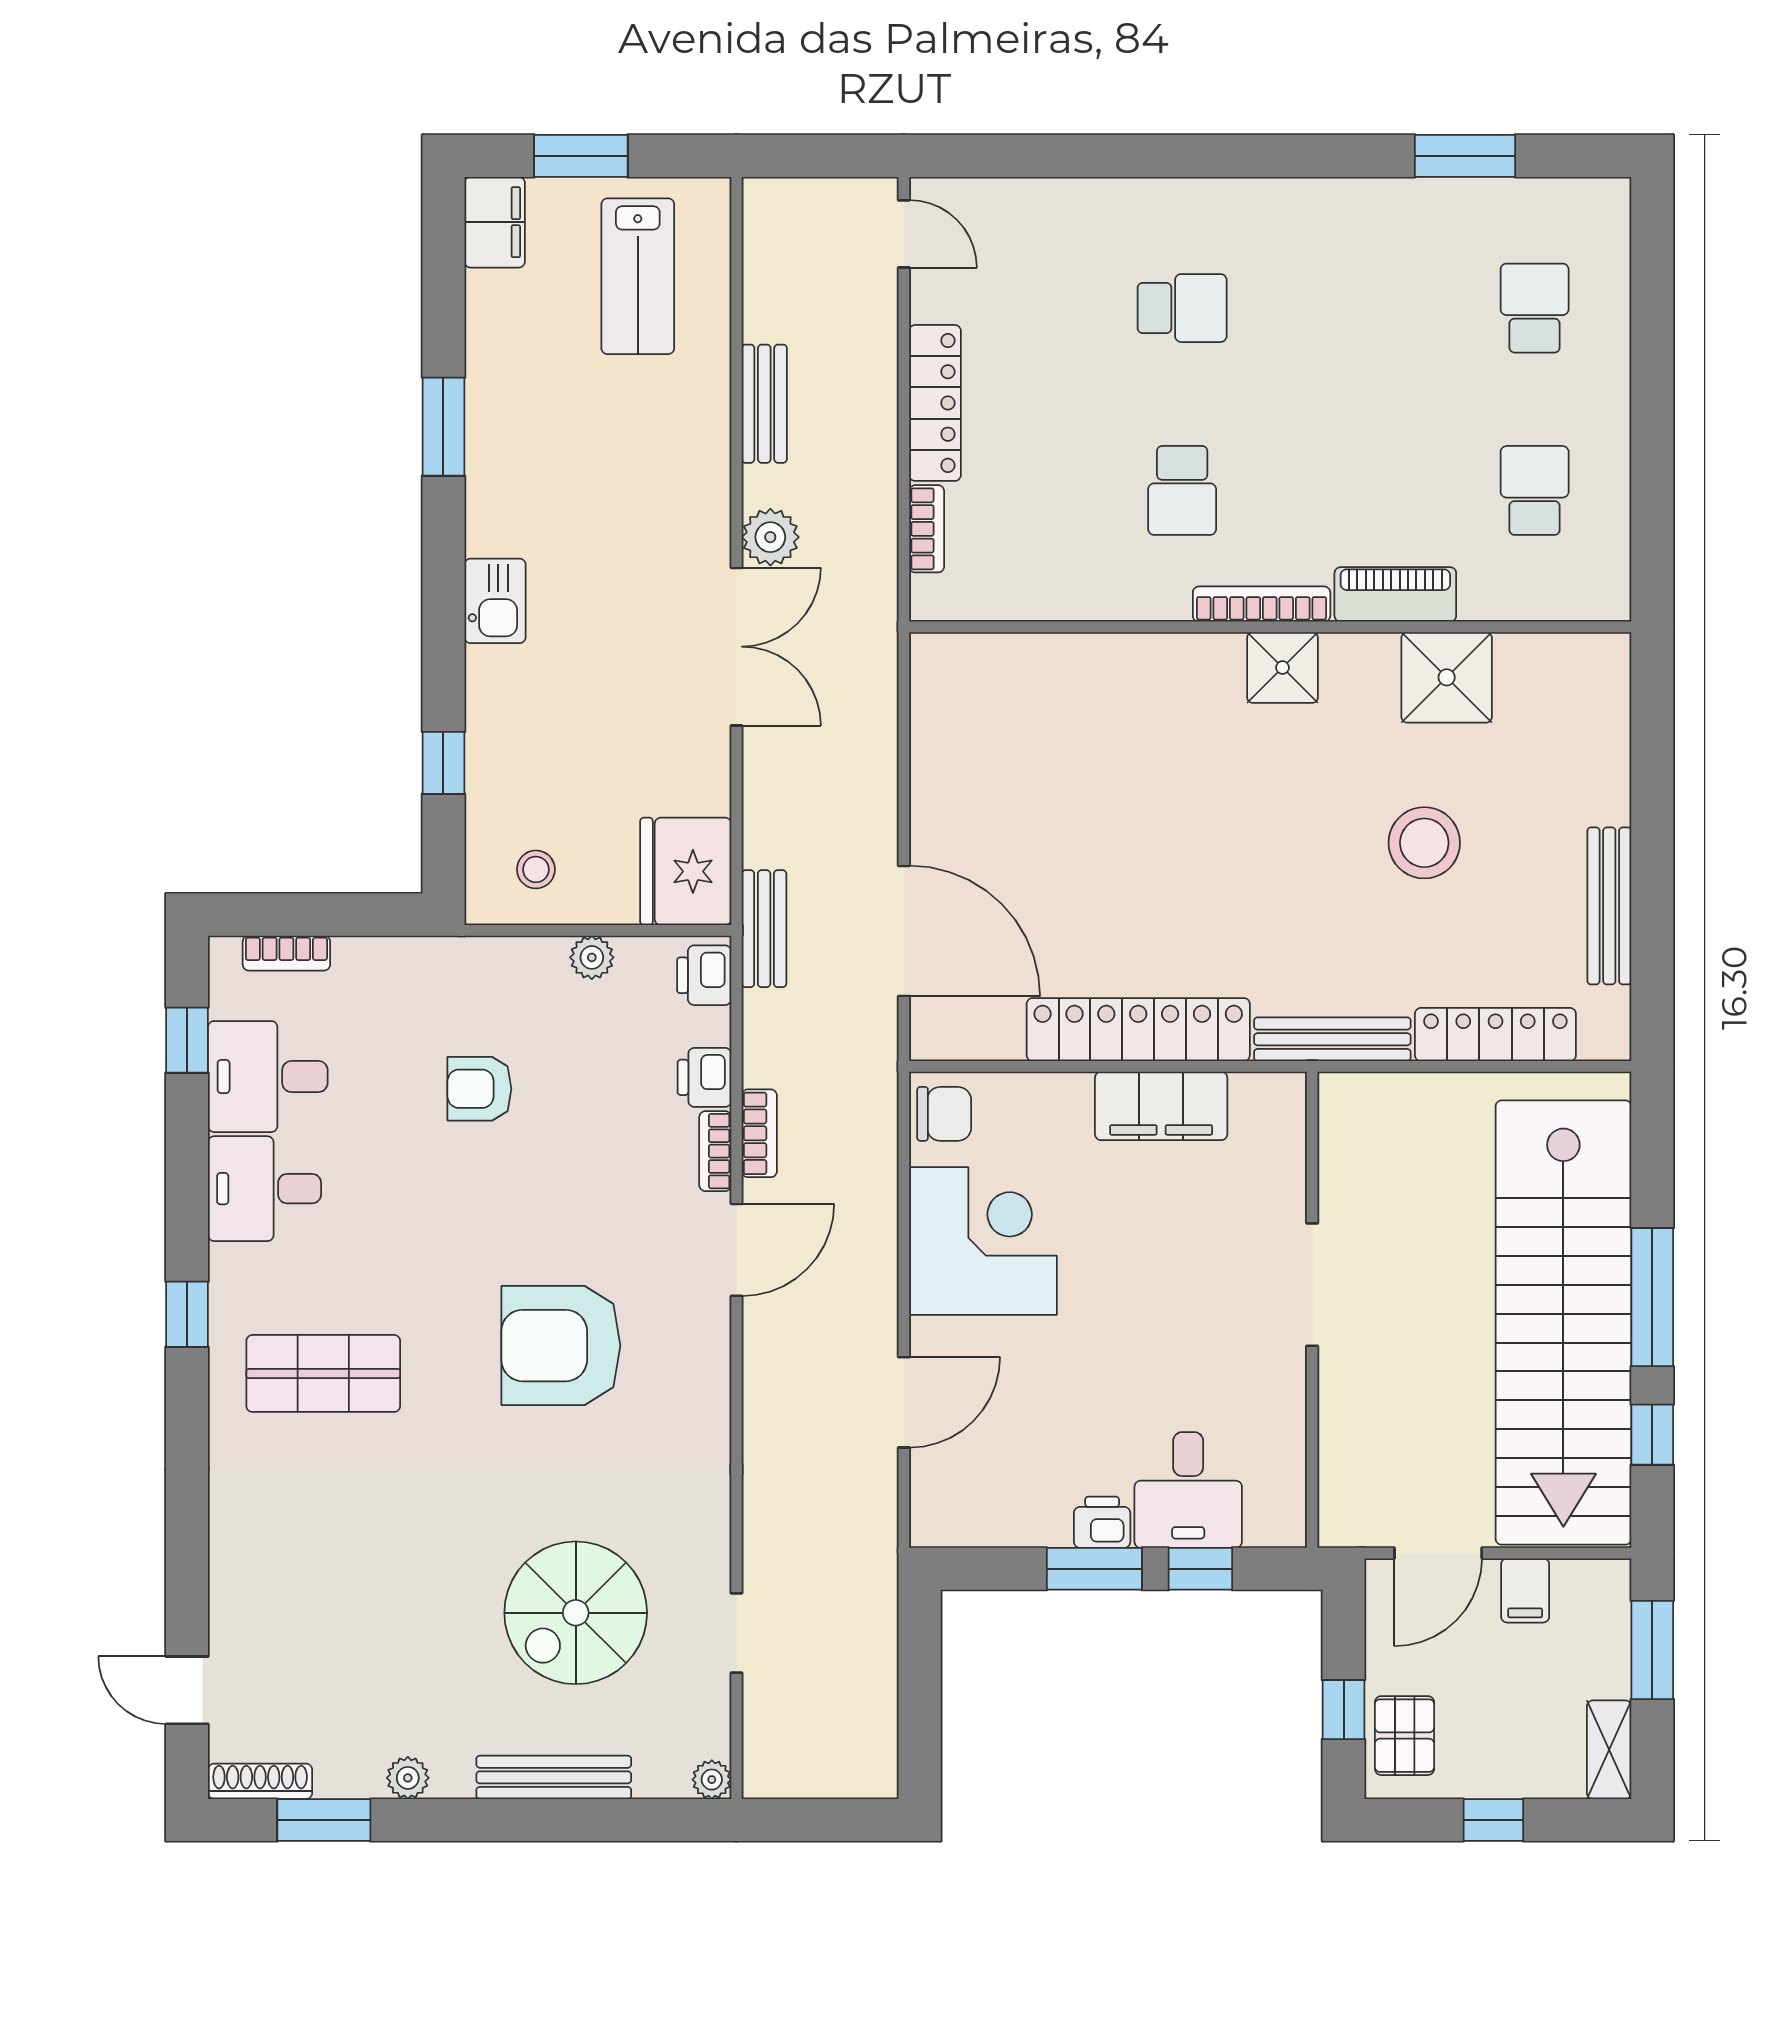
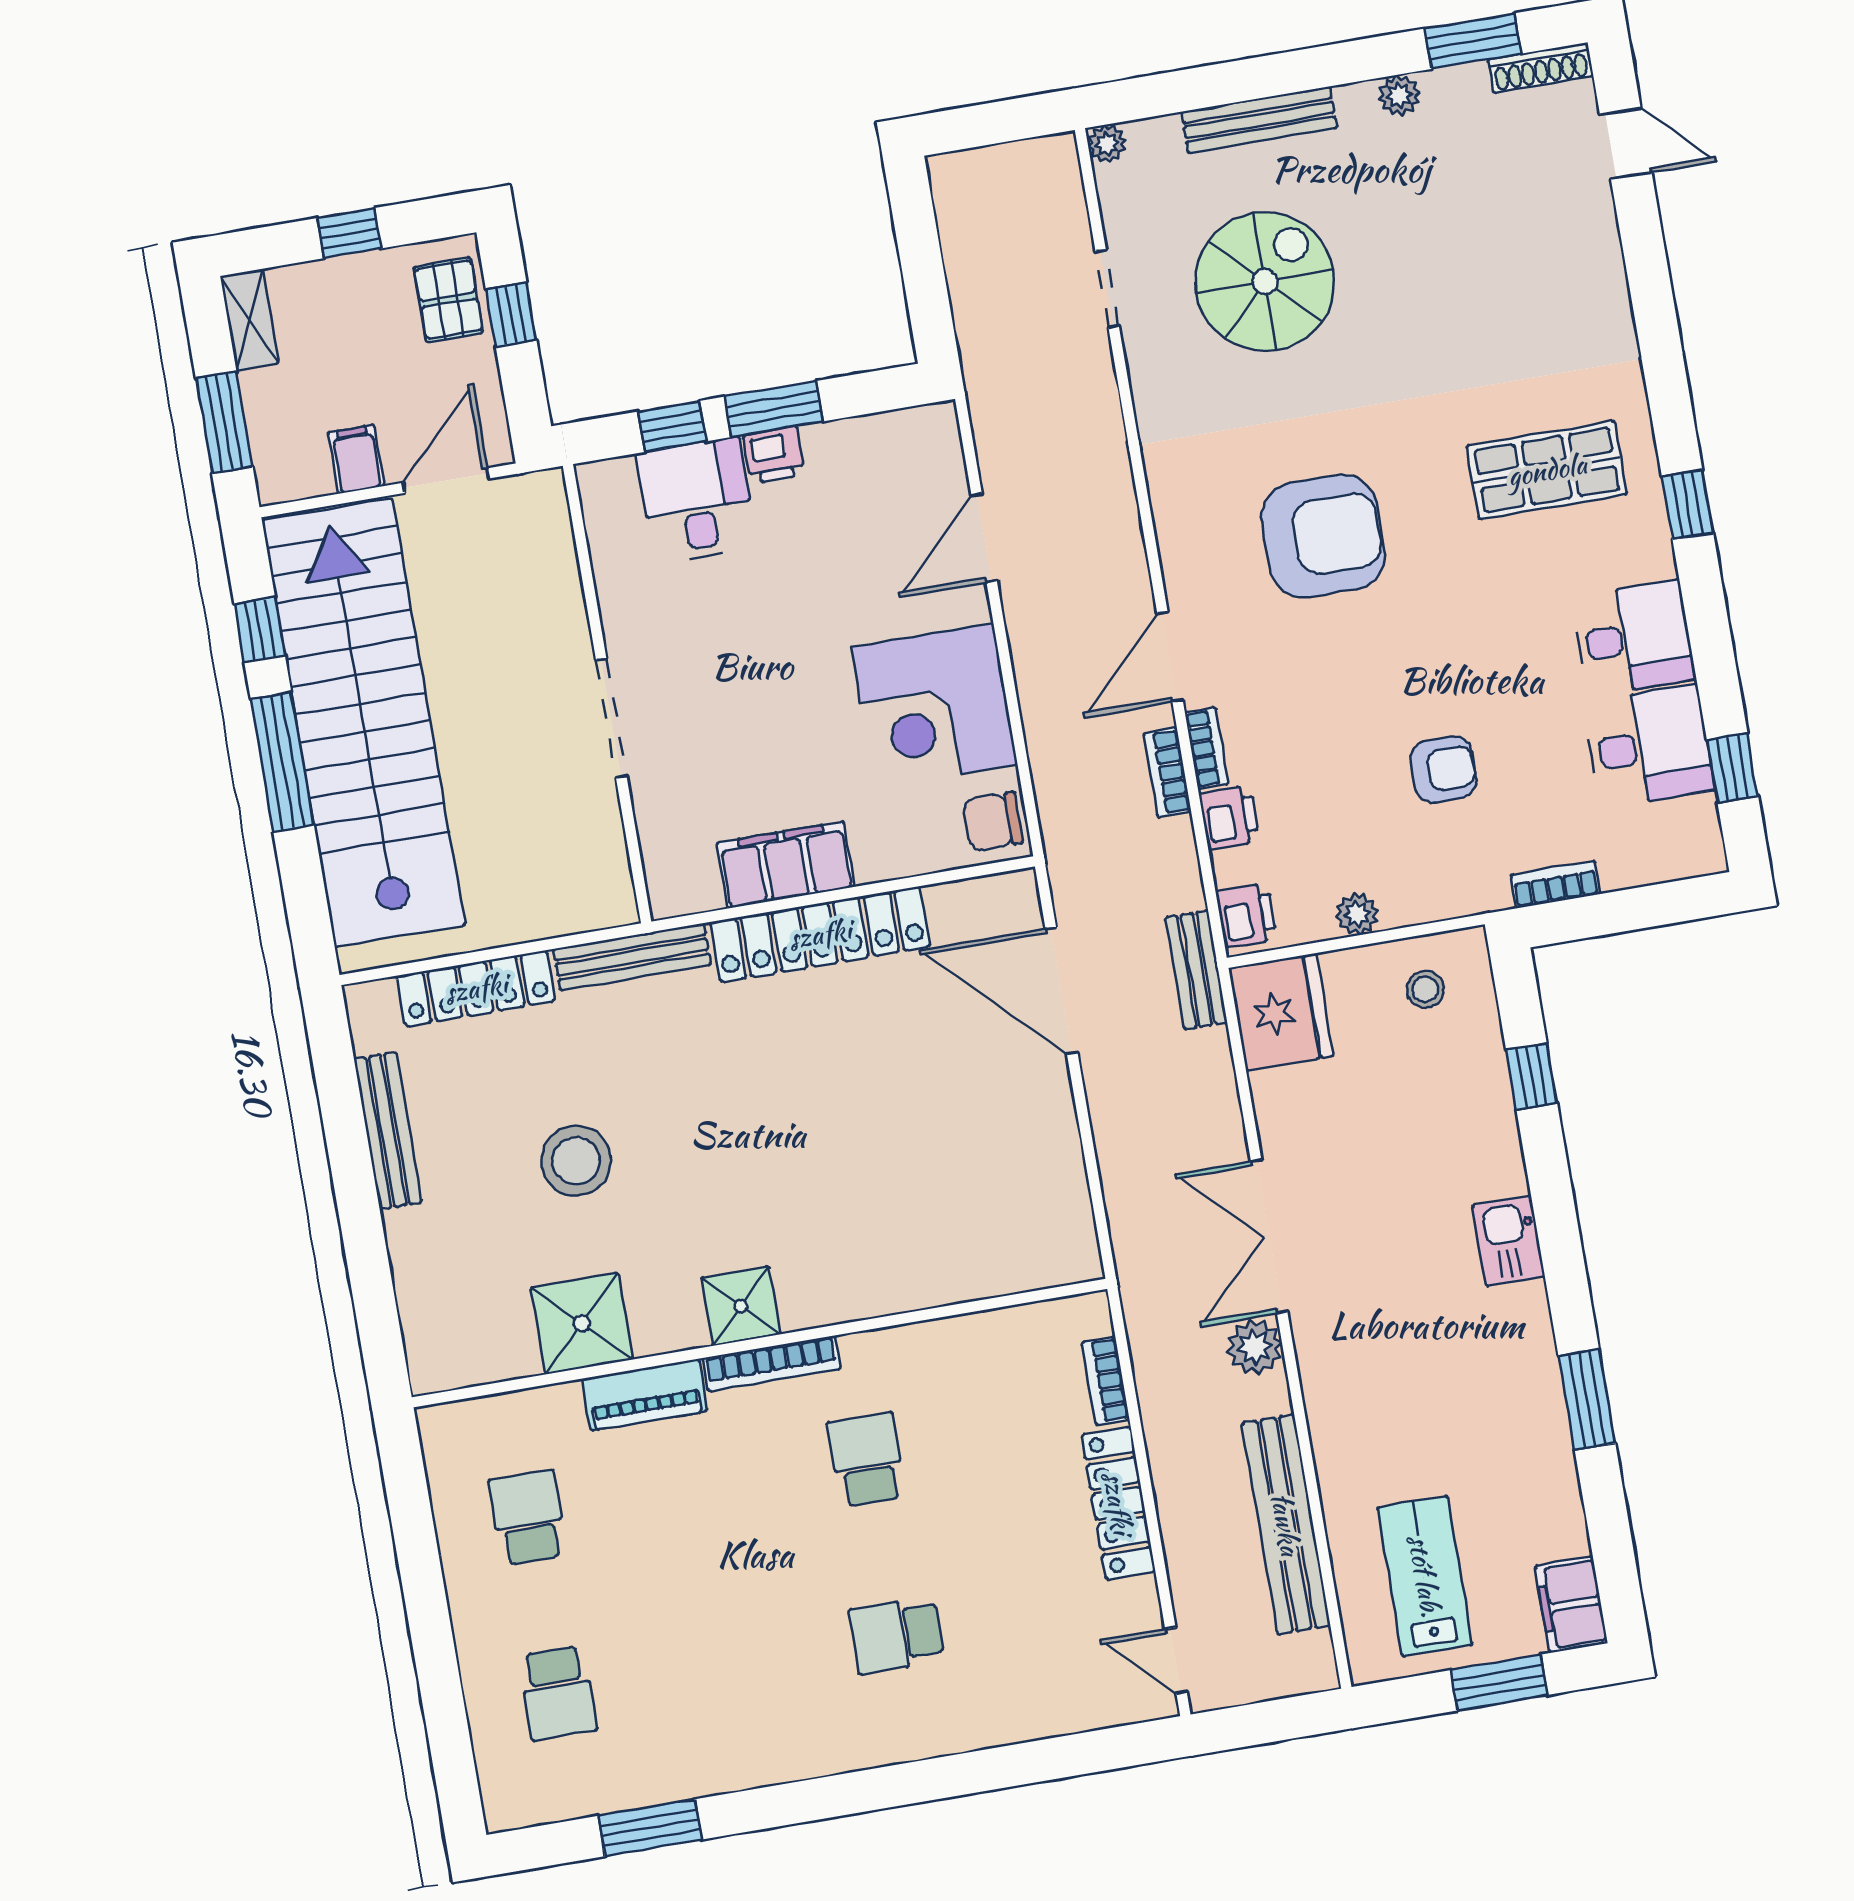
bench: (764, 404) -> (1286, 1524), width x1.86, depth x1.21
school desk: (1535, 490) -> (528, 1518), turned 180
bookcase: (286, 953) -> (1556, 884), moved

